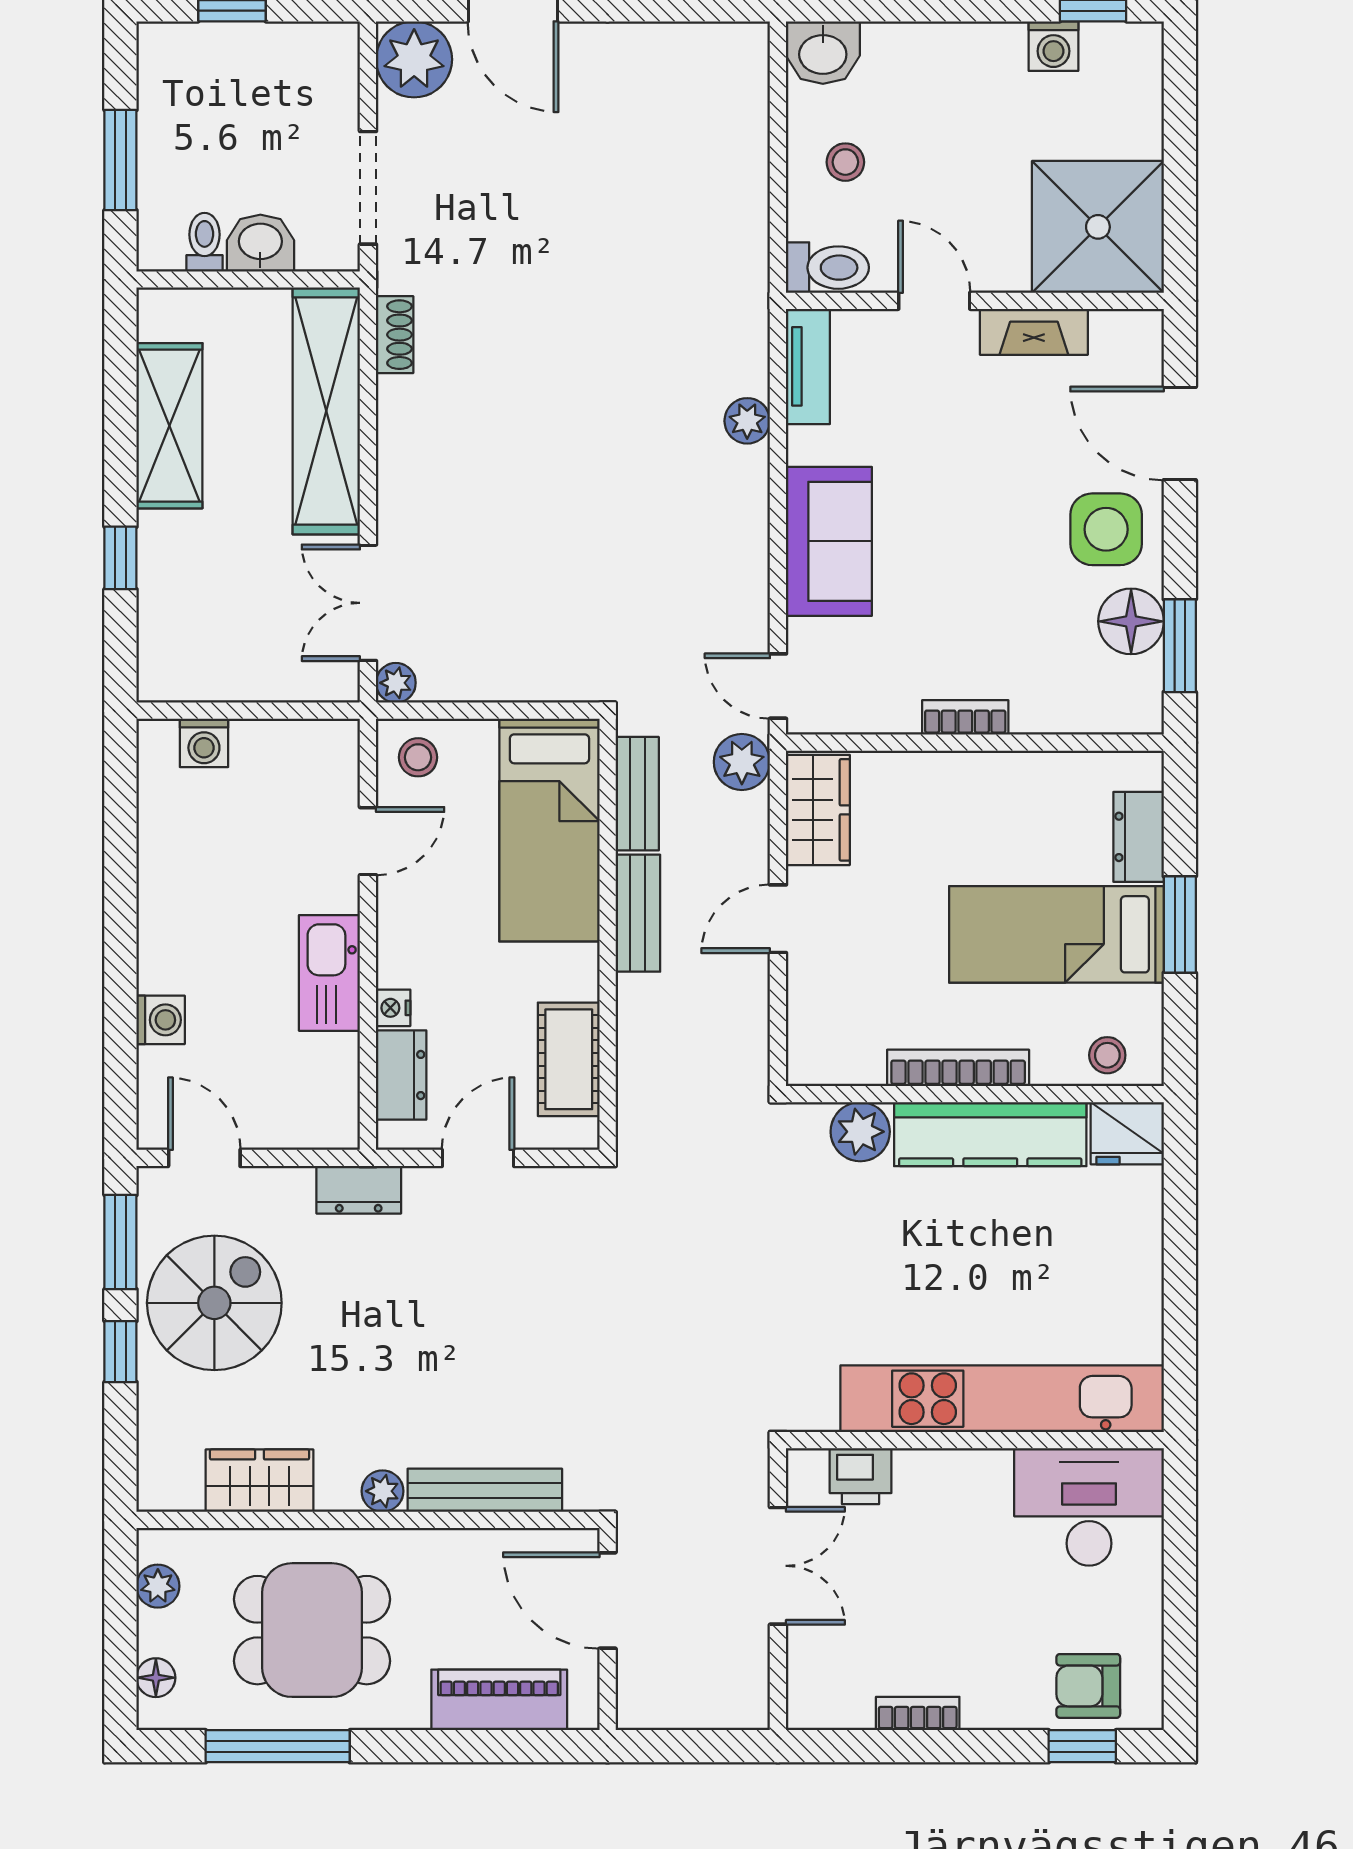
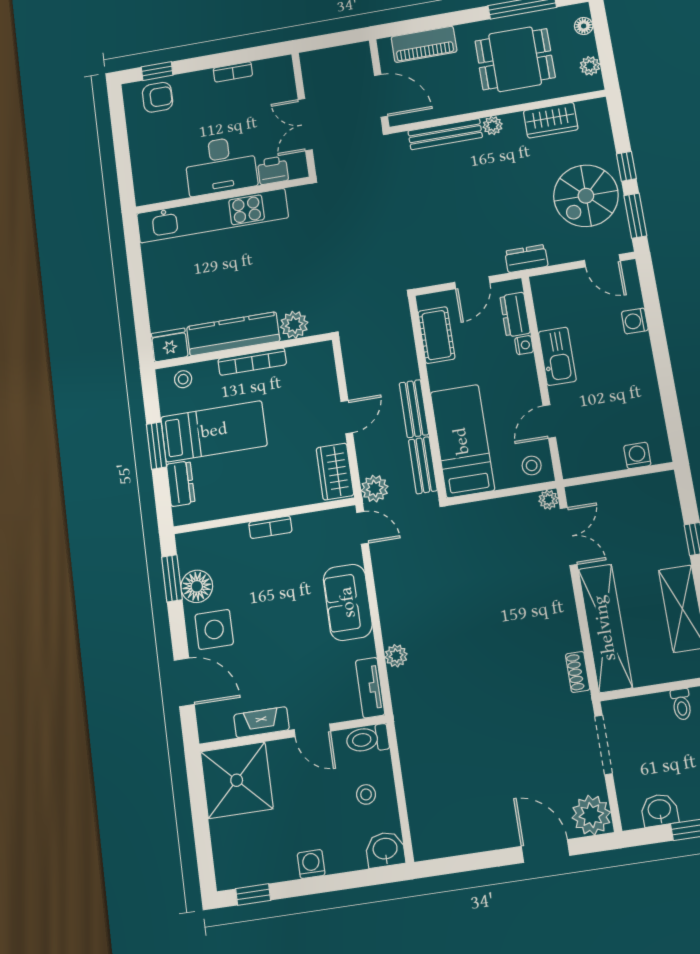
washing machine: (1053, 46) -> (311, 864), moved
washbasin: (260, 243) -> (659, 810), moved, turned 180
desk: (1089, 1507) -> (221, 166), moved

